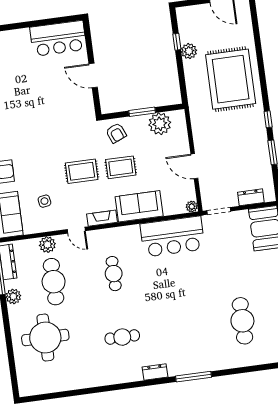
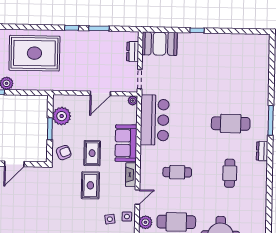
side table: (51, 221) -> (127, 217), added
cafe table: (242, 321) -> (231, 124), moved

